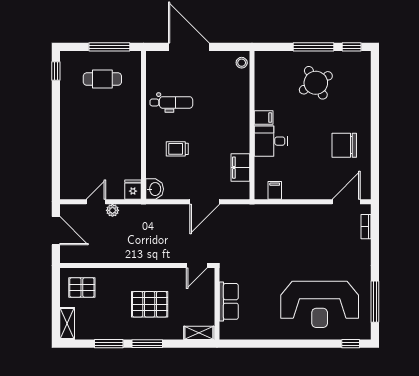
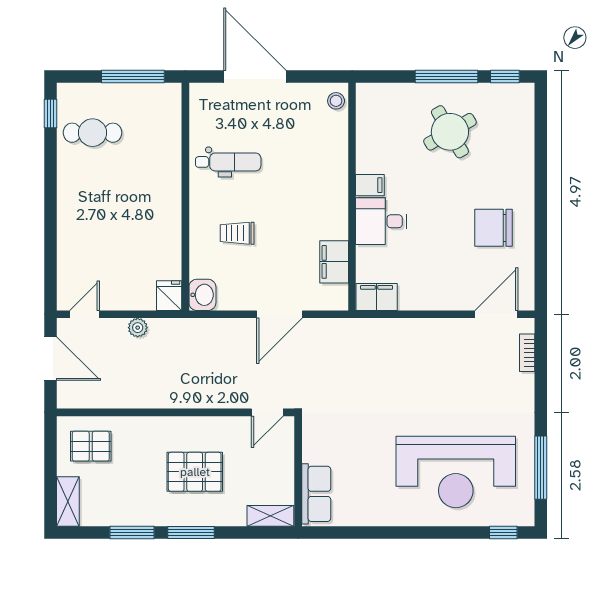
cafe table: (102, 79) -> (92, 133), moved
filing cabinet: (275, 190) -> (377, 297), width x2.00
door: (96, 202) -> (85, 314), moved
row of seats: (229, 301) -> (316, 494), moved

